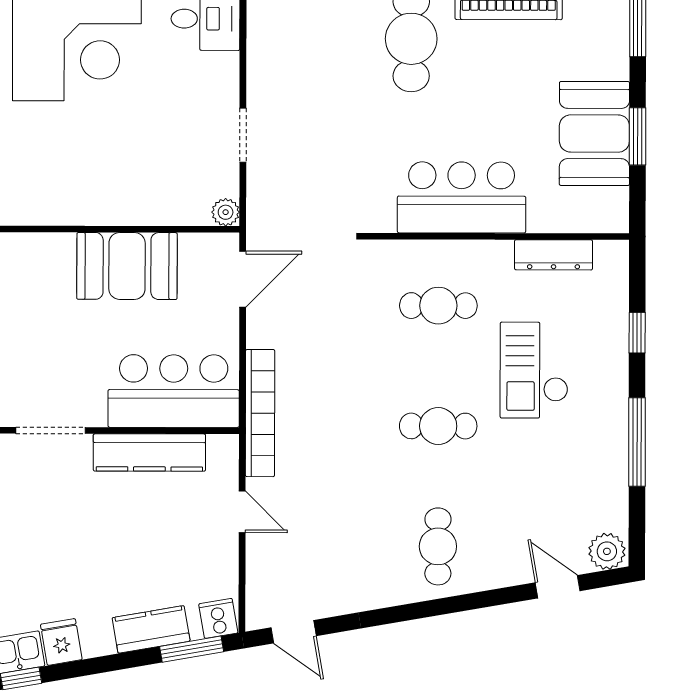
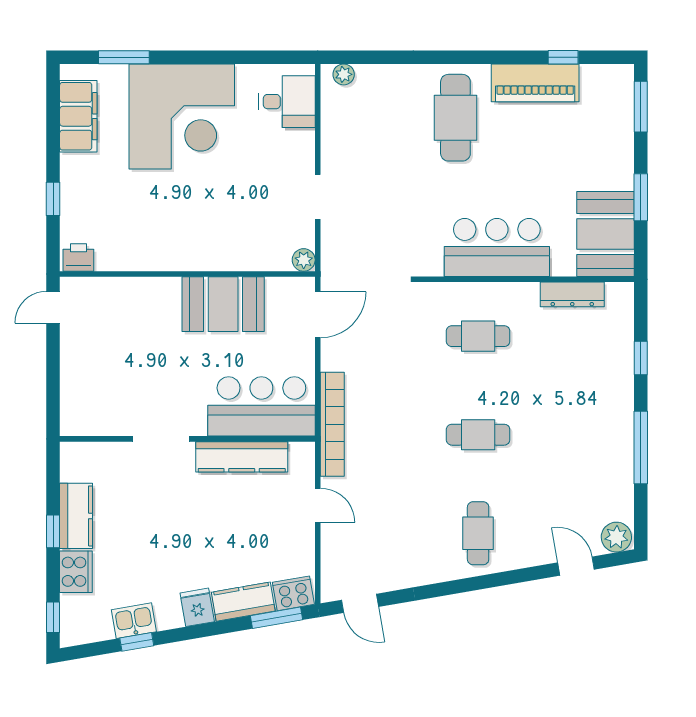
booth: (594, 134) -> (606, 234), moved
checkout: (534, 370) -> (557, 389), removed
cooker: (218, 618) -> (293, 593), width x1.36
fridge: (61, 642) -> (197, 607), moved

